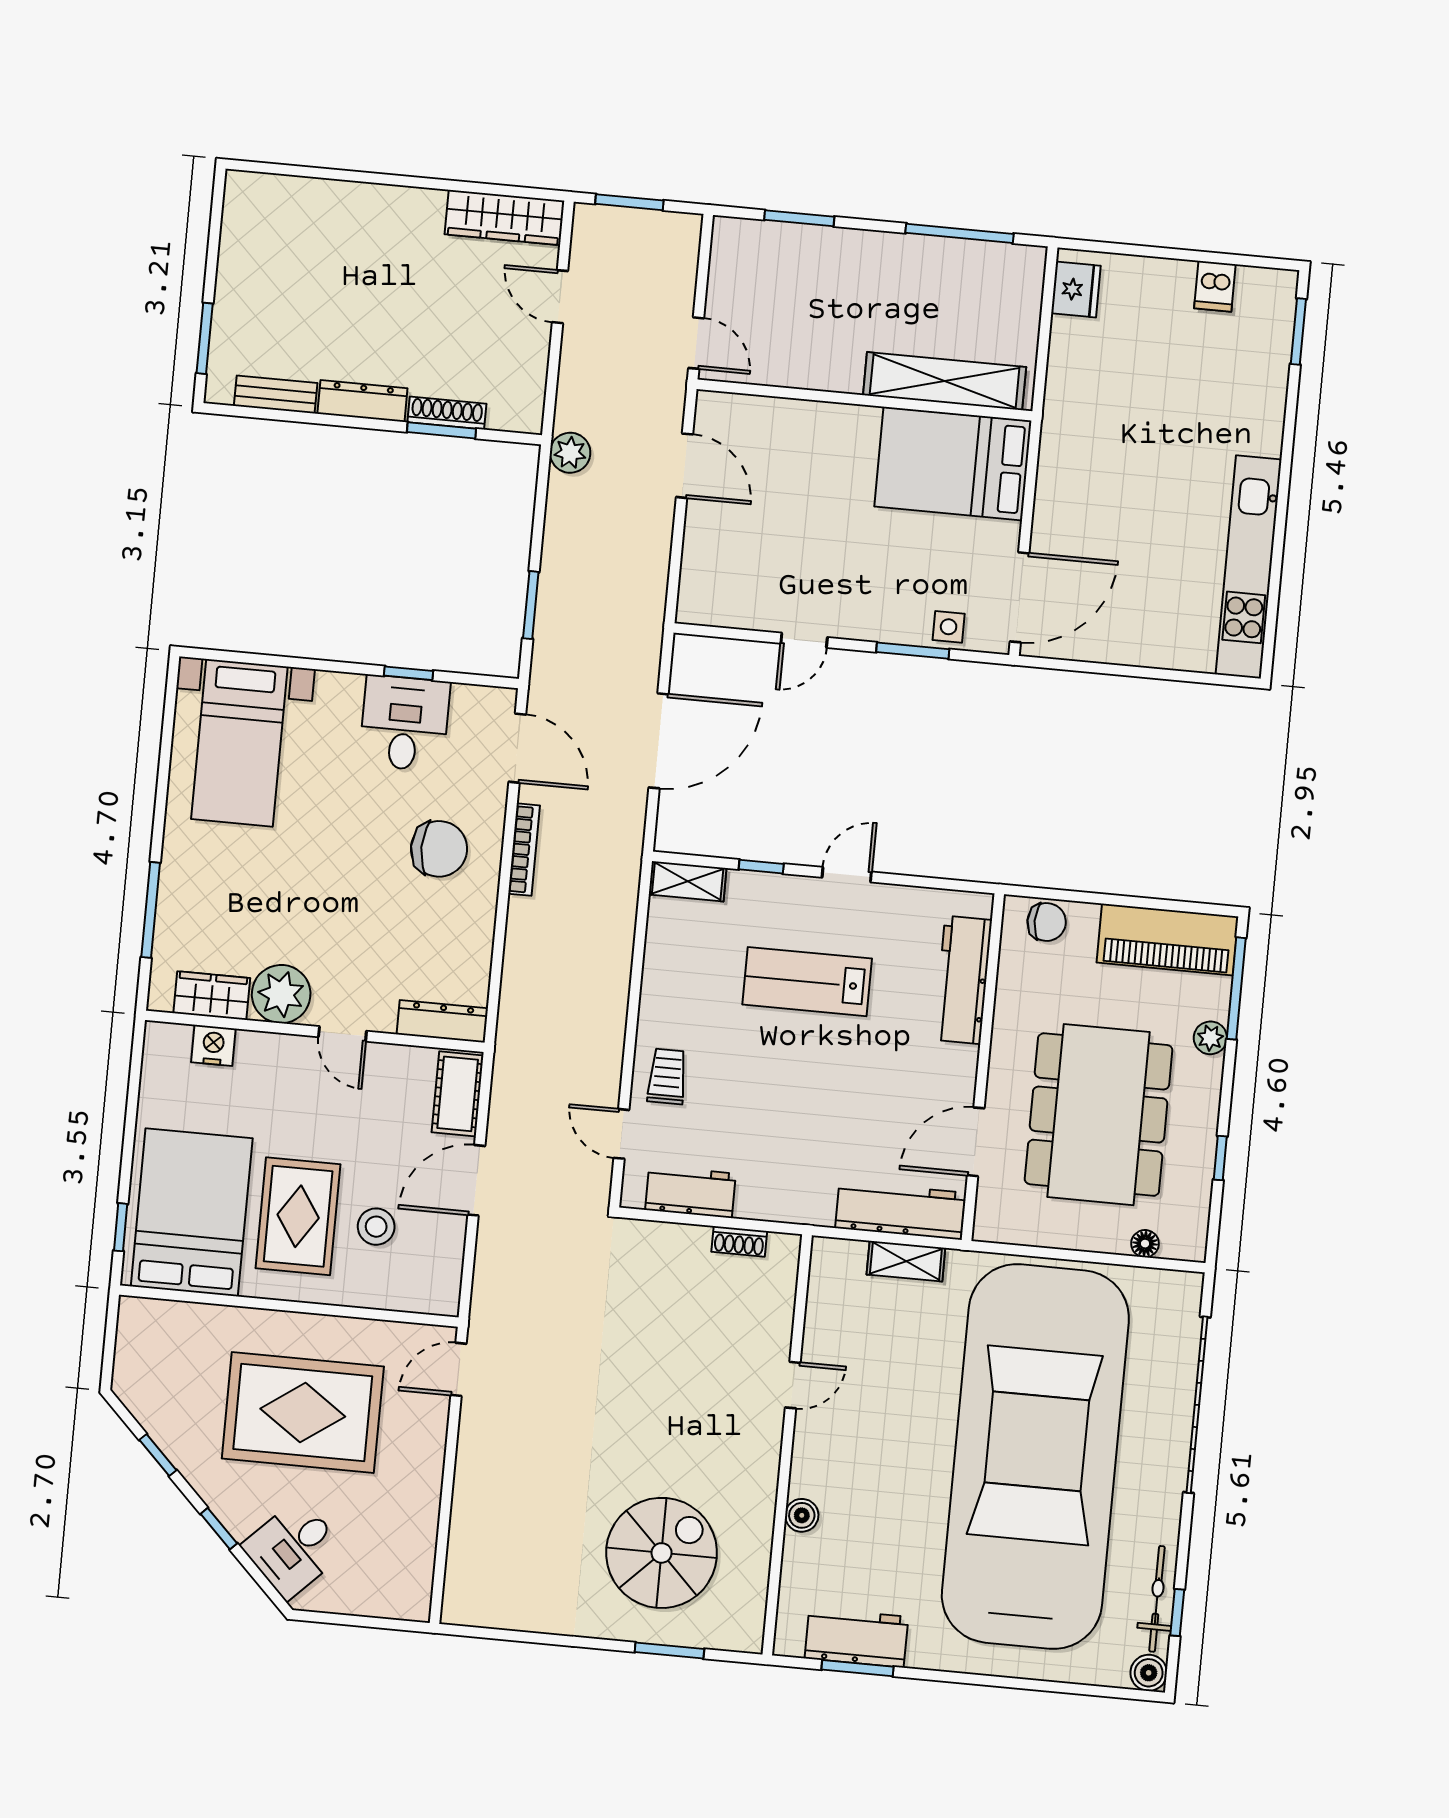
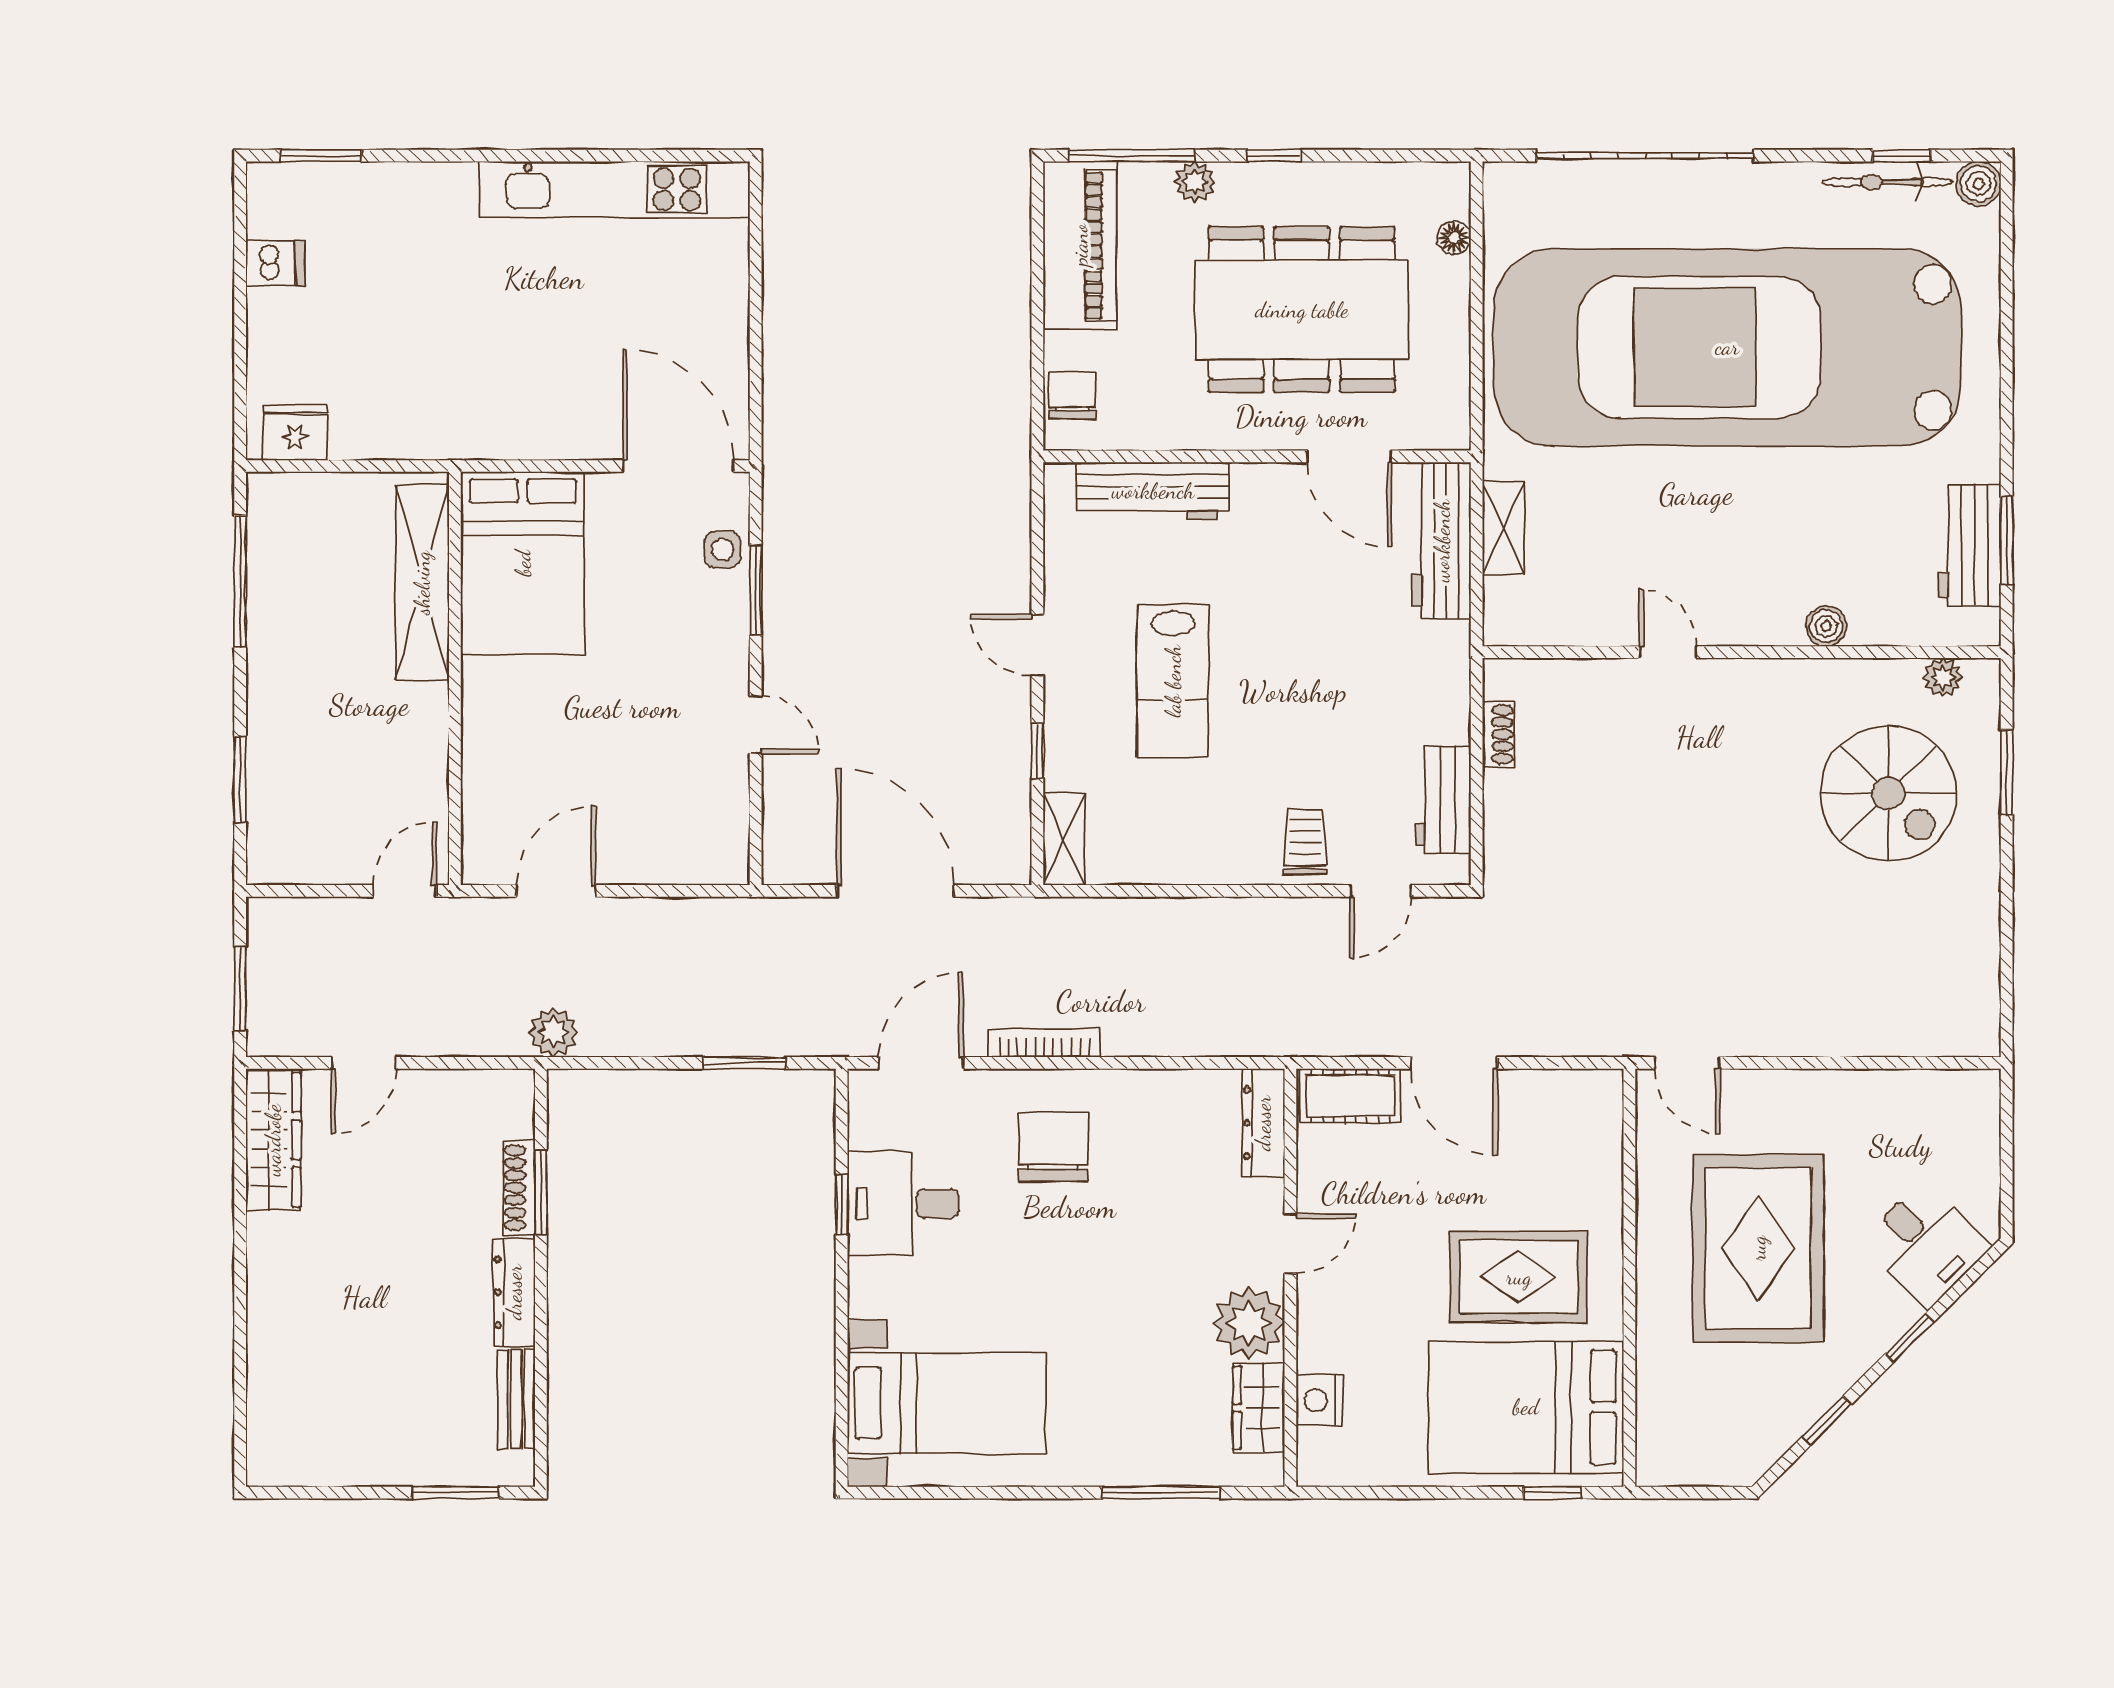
trolley: (667, 1076) -> (1305, 842), turned 90
window: (1220, 1158) -> (1274, 156), moved
stool: (376, 1227) -> (1522, 1180), removed
spiral stairs: (662, 1553) -> (1888, 793), turned 180
plant: (751, 1606) -> (1943, 678), added

